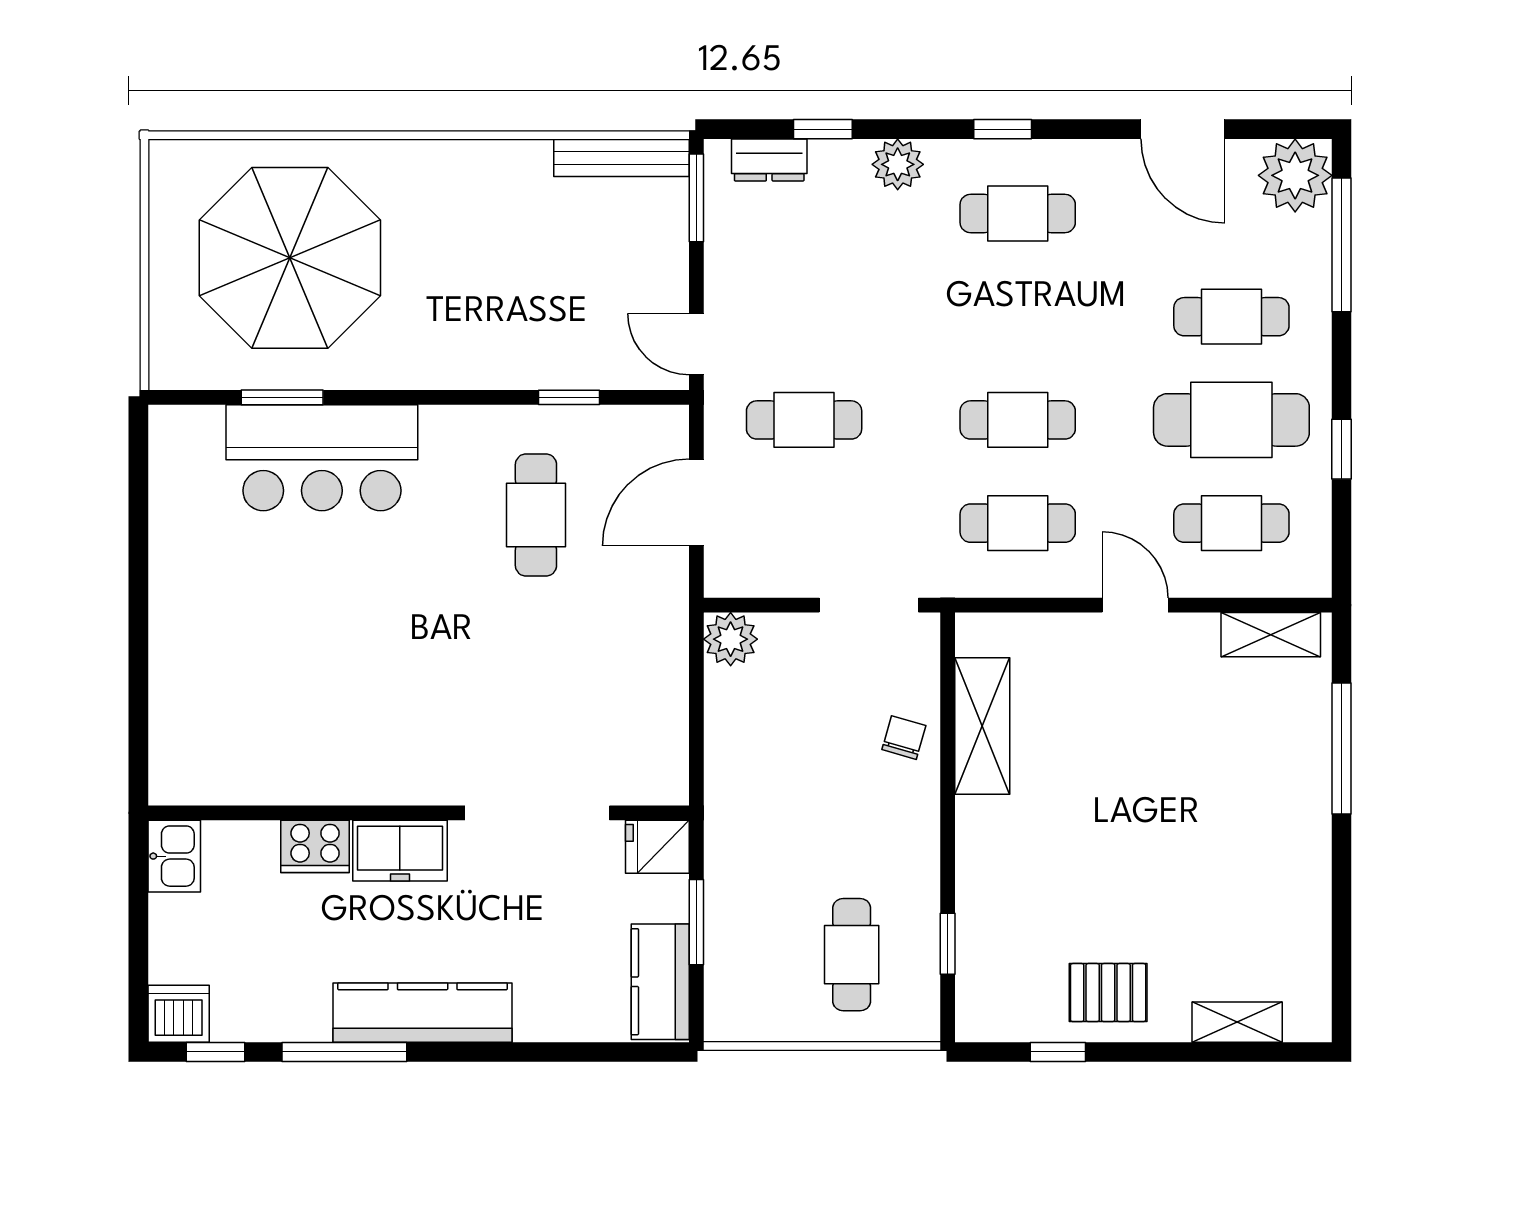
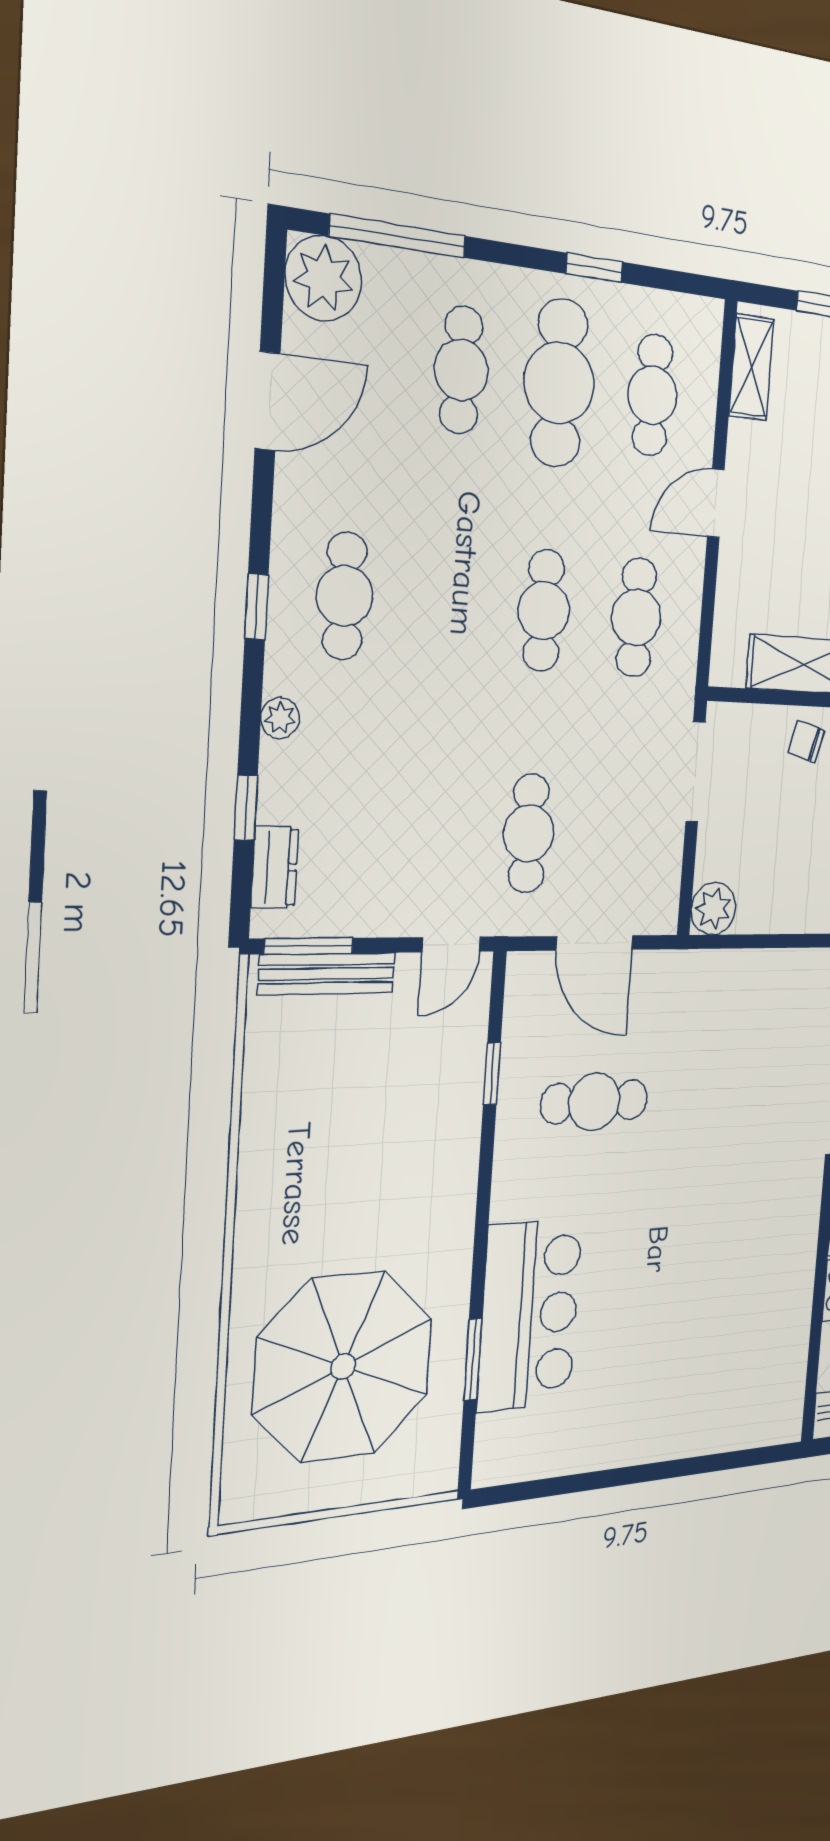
bench: (621, 158) -> (327, 974), moved, turned 90
plant: (898, 164) -> (280, 718), width x0.73, depth x0.73

